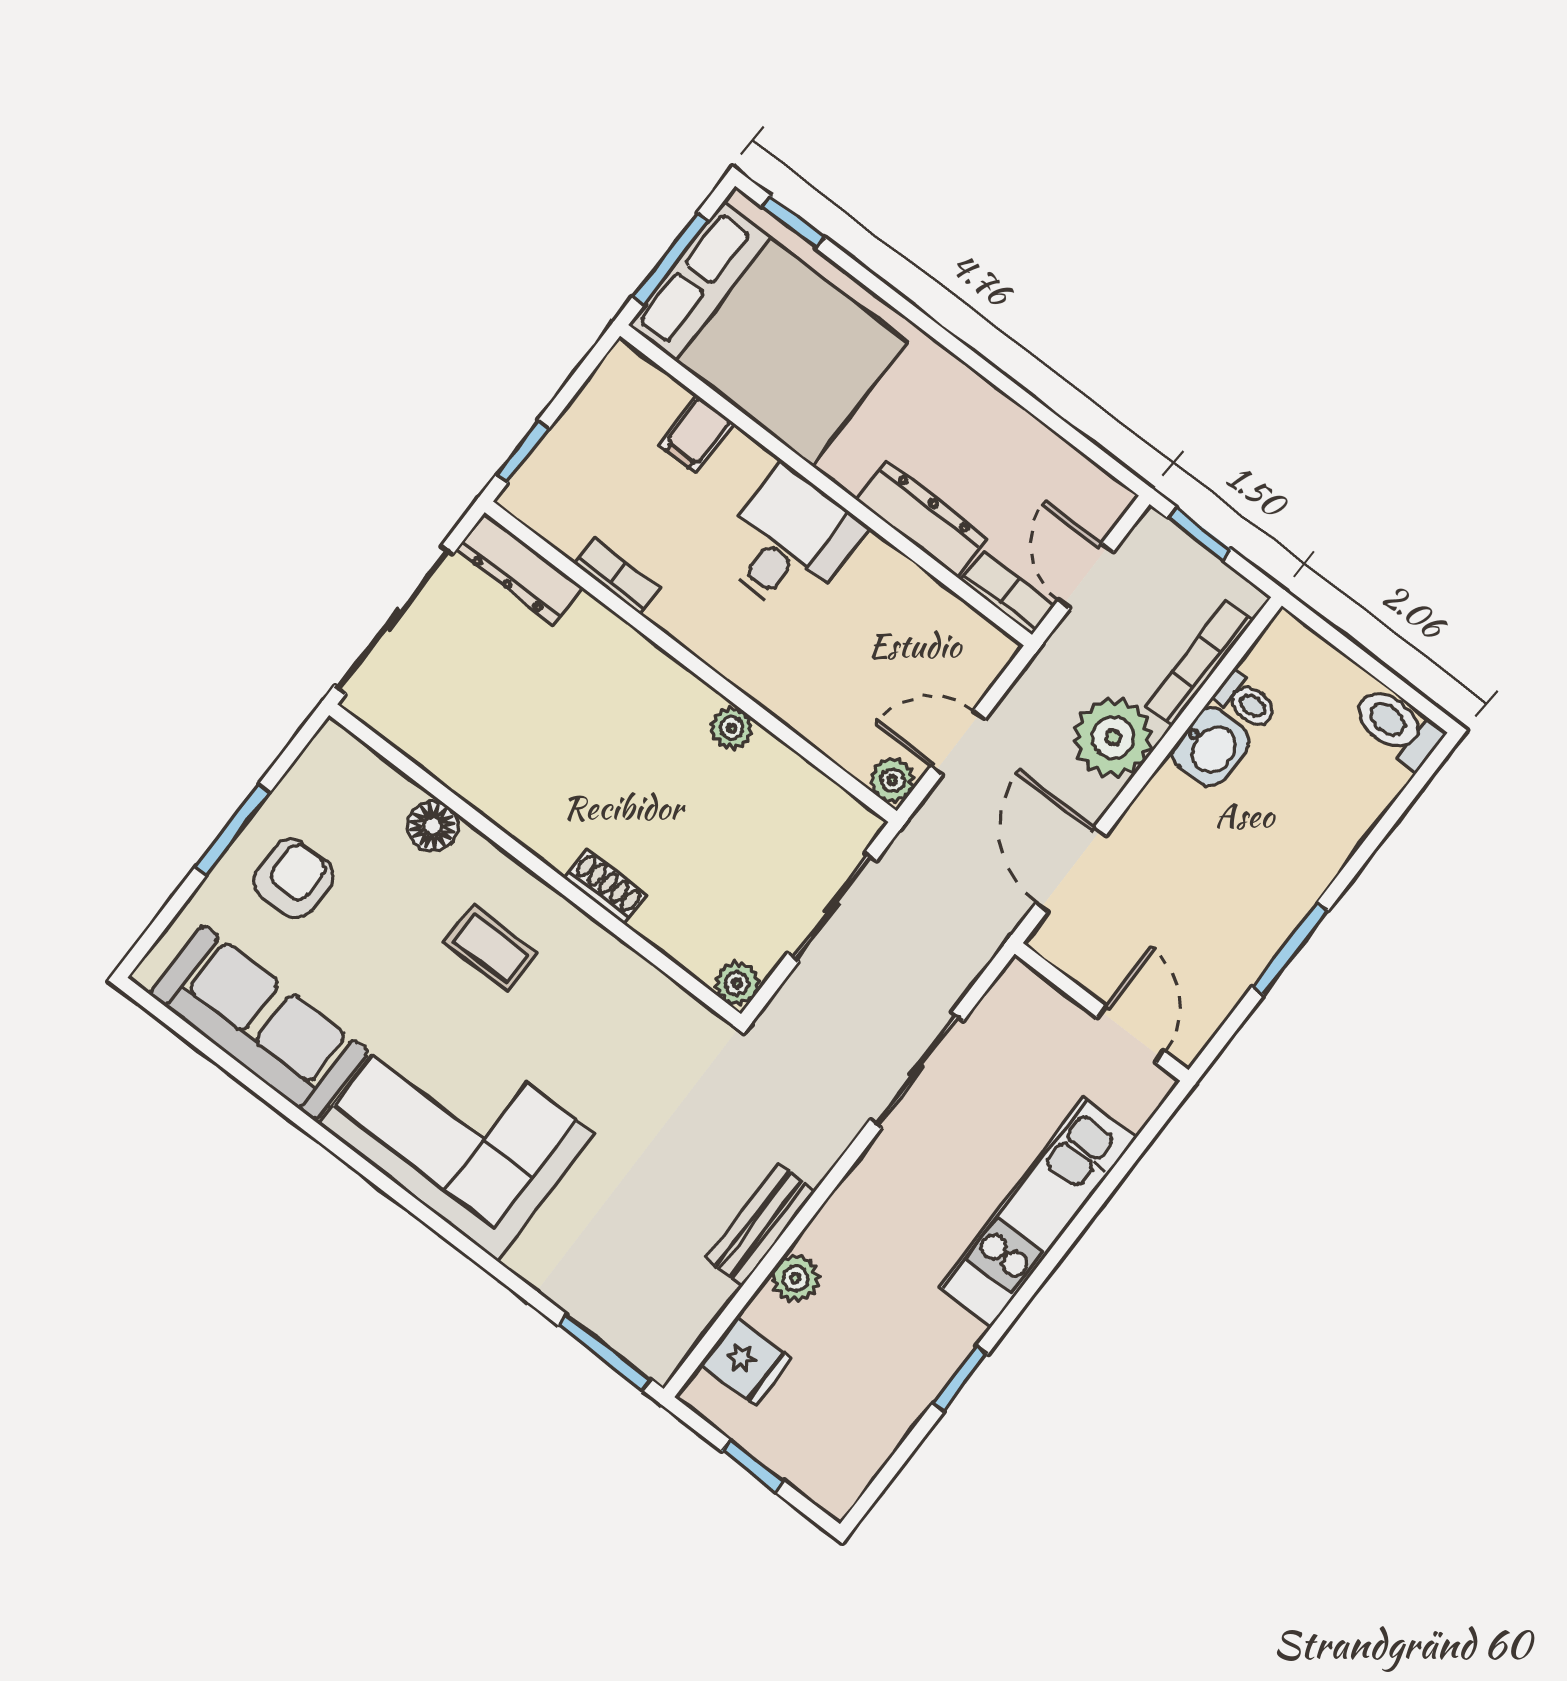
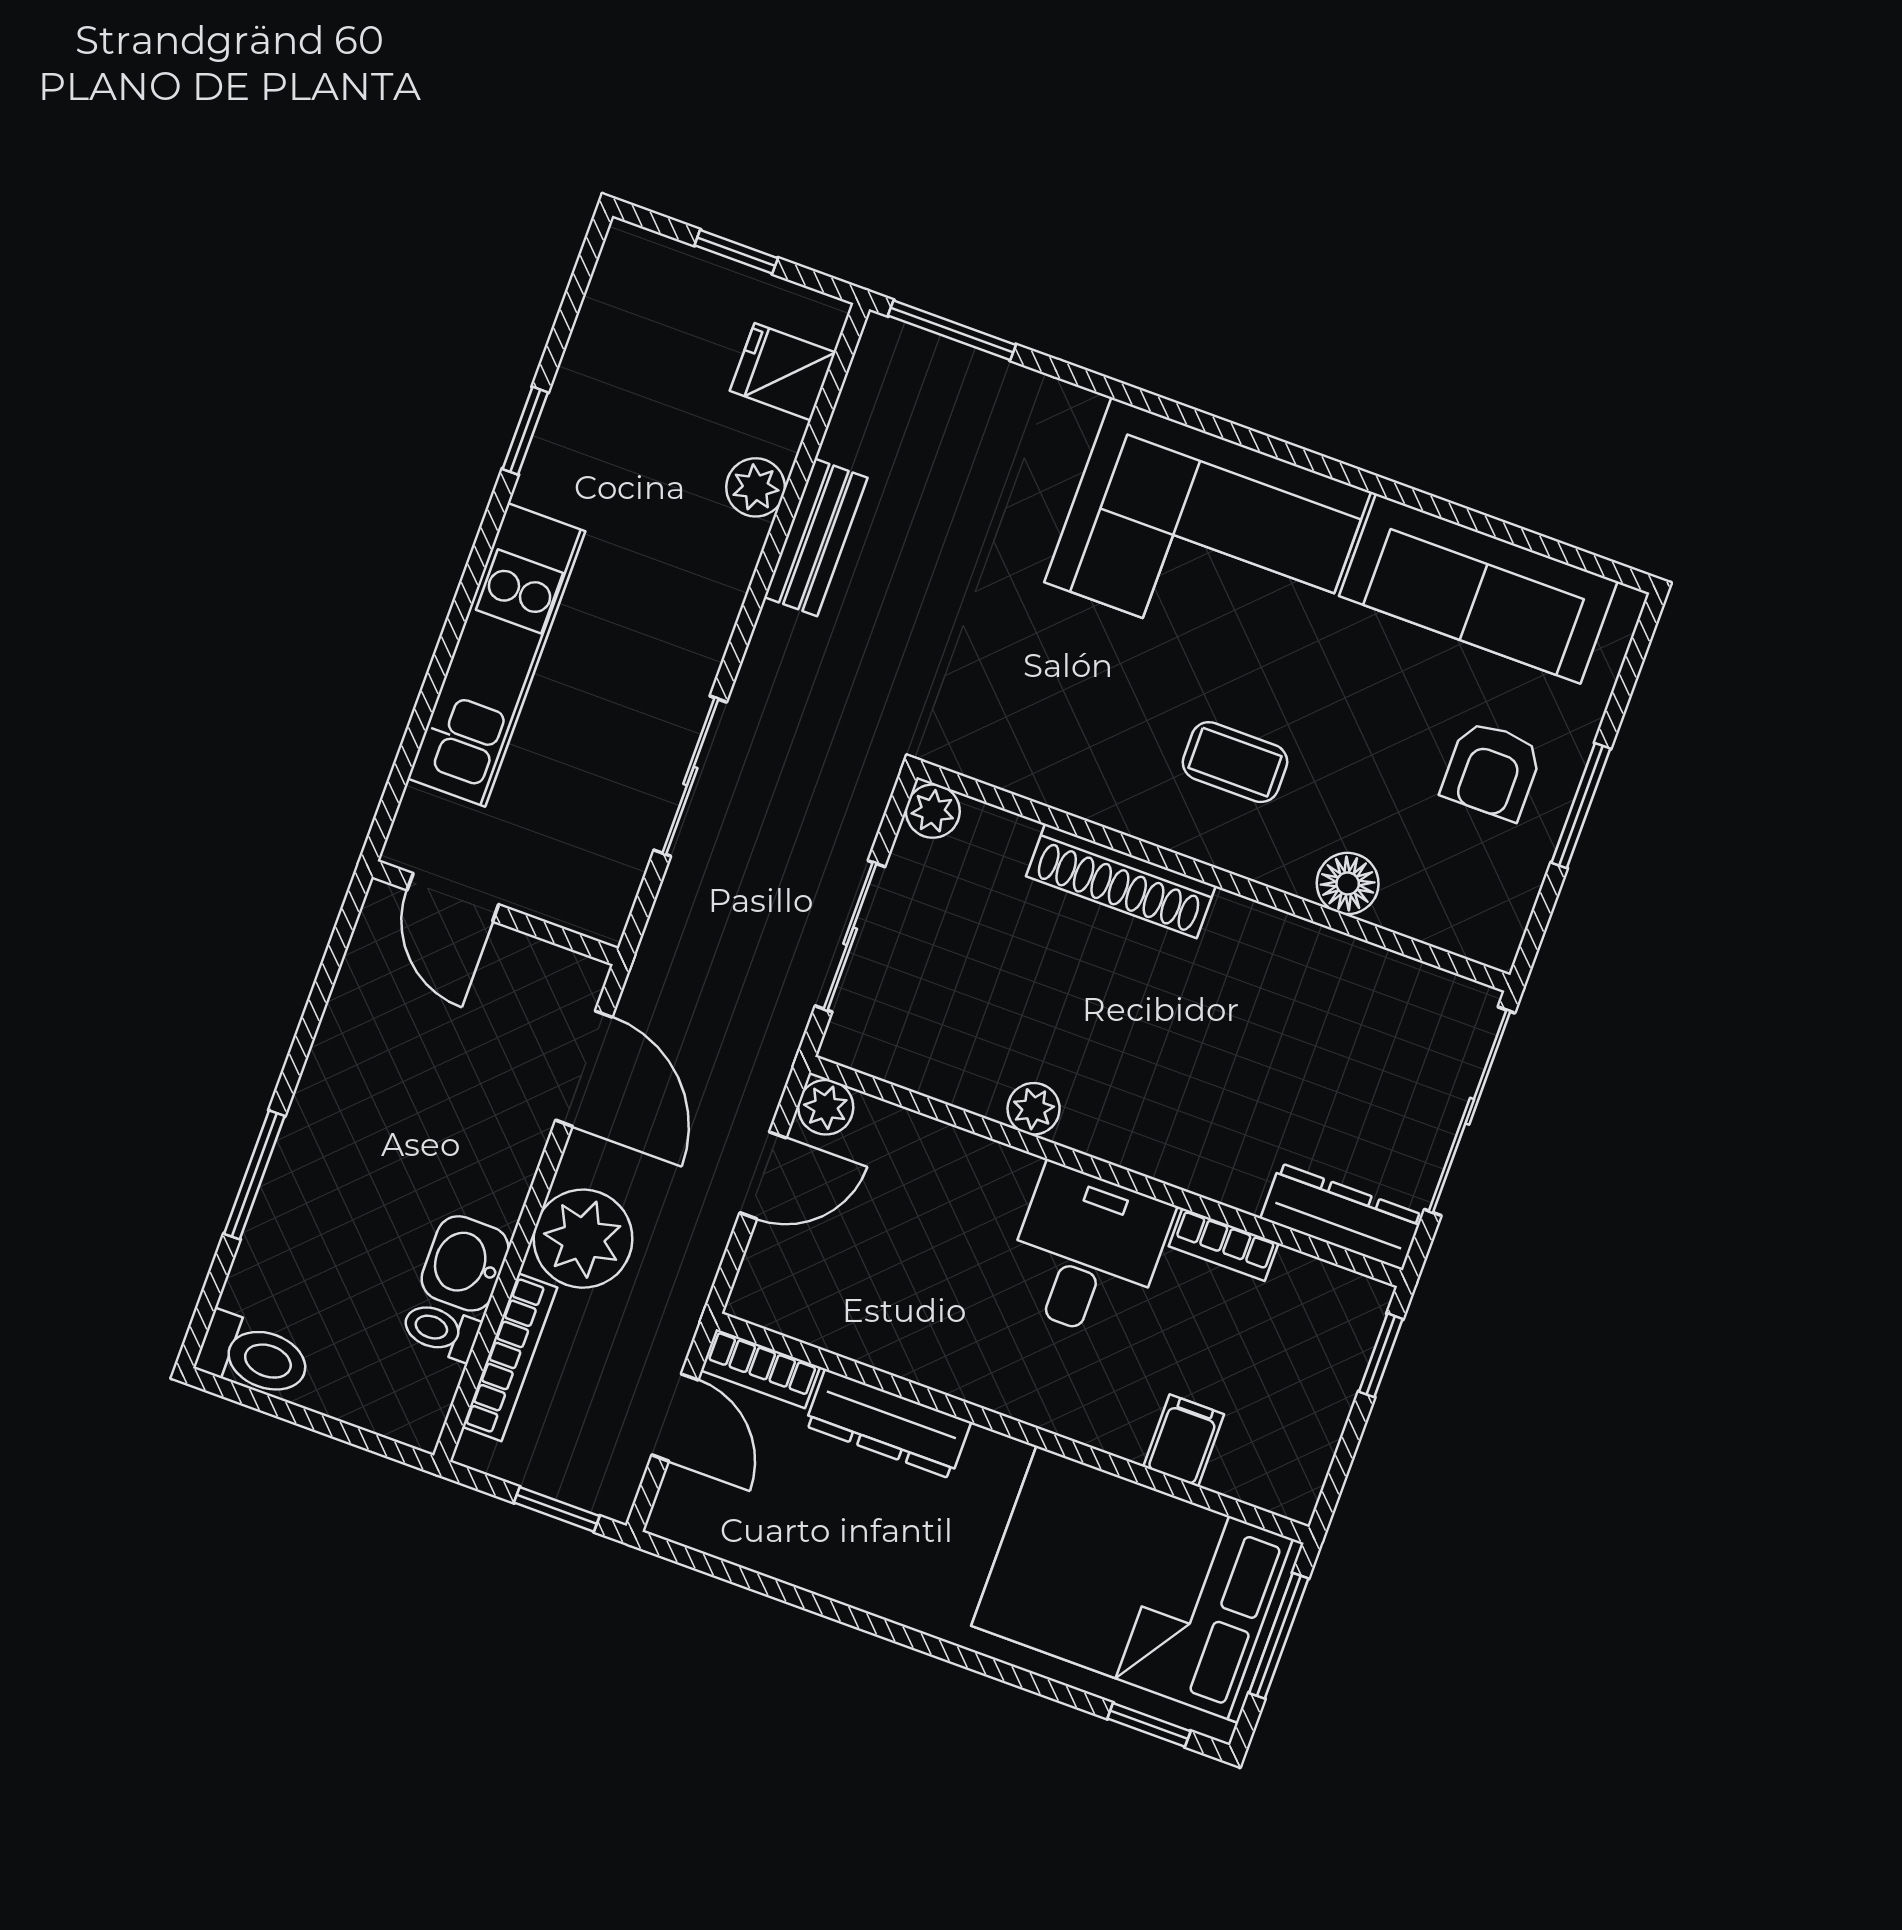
desk: (789, 542) -> (1087, 1253), moved, turned 180
shoe rack: (606, 887) -> (1121, 881), width x1.94, depth x1.24
window: (1290, 949) -> (254, 1175), moved

